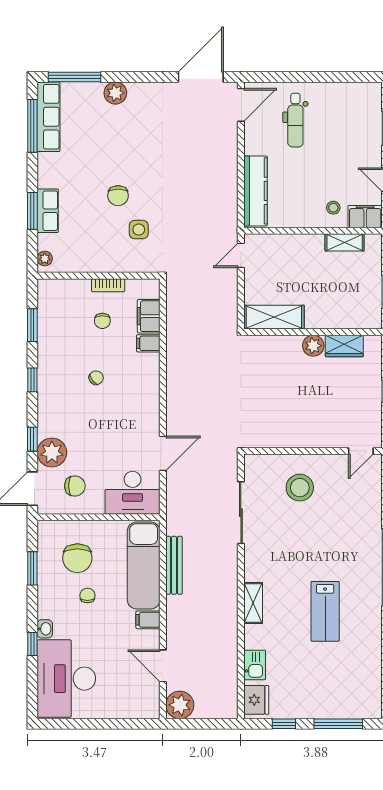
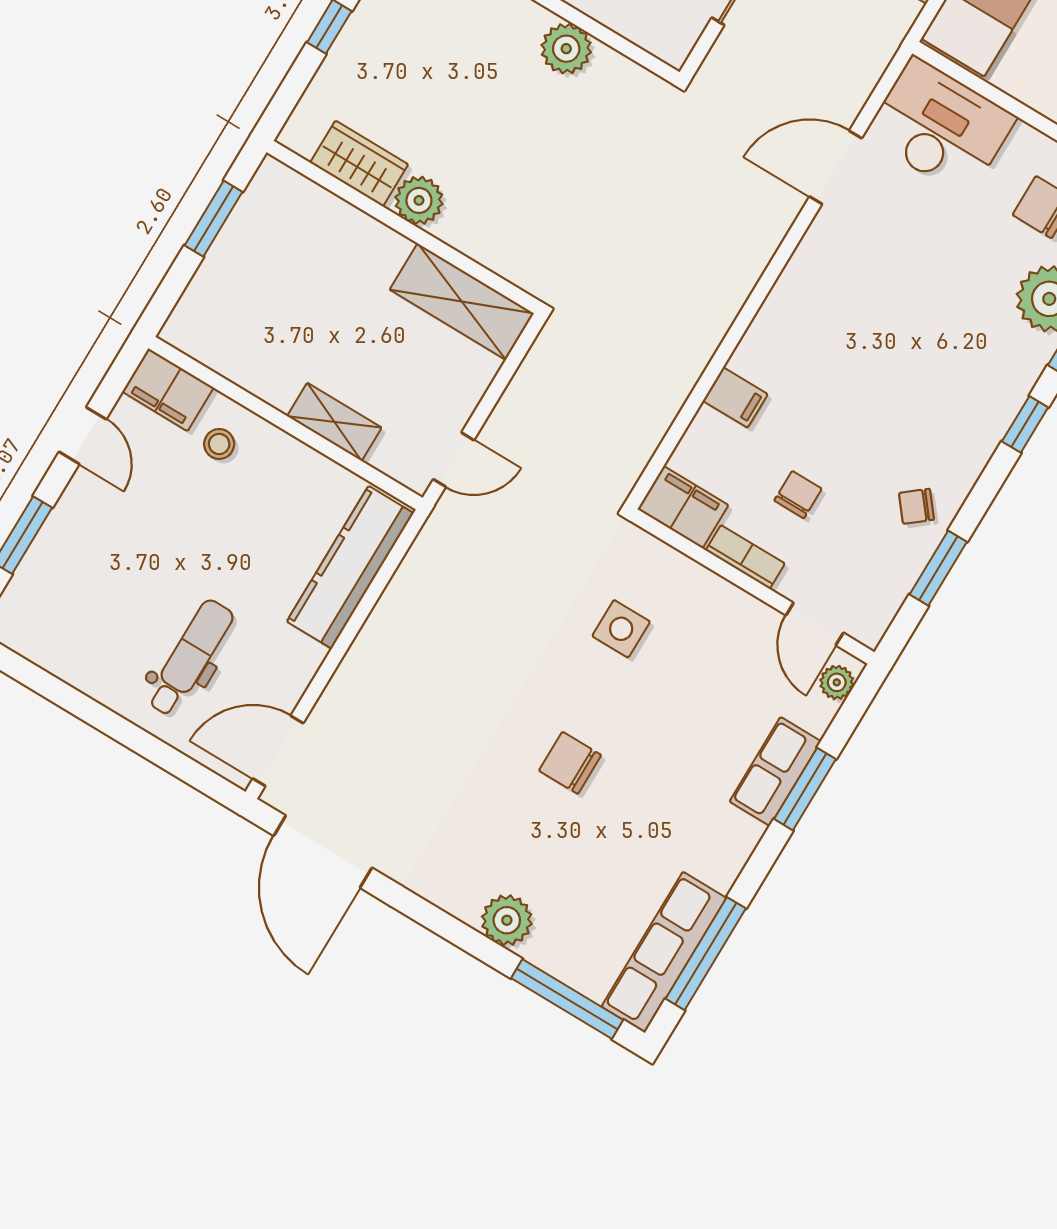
door: (201, 77) -> (323, 852), hinge flipped
chair: (118, 196) -> (570, 763), moved, turned -90
shelving: (345, 242) -> (334, 422), moved
door: (66, 276) -> (815, 624), added
filing cabinet: (149, 316) -> (683, 507), moved, turned -90
chair: (96, 378) -> (916, 506), moved
window: (32, 380) -> (1025, 424), moved
plant: (292, 437) -> (566, 49), added

